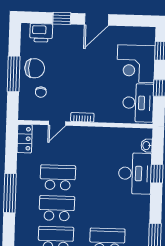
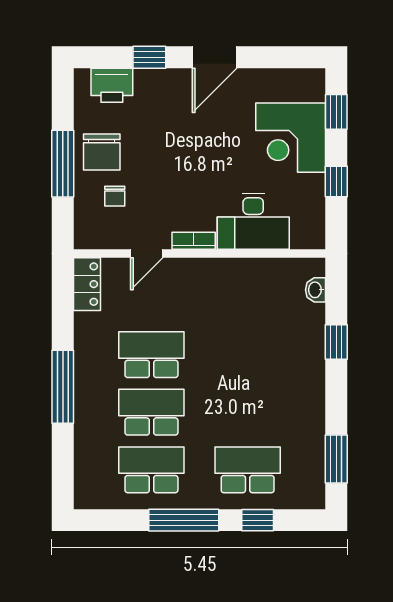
chair: (35, 68) -> (102, 152), turned 90
desk: (138, 103) -> (253, 221), moved, turned 90
desk: (135, 173) -> (295, 343), removed

